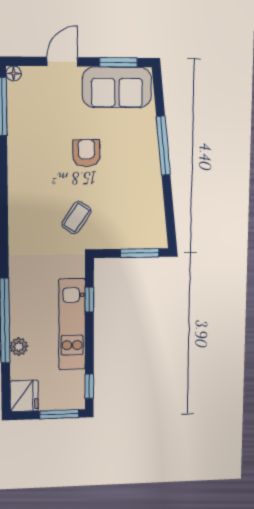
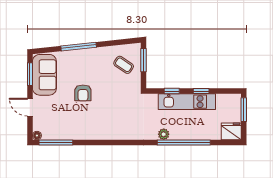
armchair: (86, 153) -> (83, 93), turned -89
coffee table: (76, 218) -> (124, 65), moved
plant: (19, 347) -> (164, 134), moved
window: (89, 386) -> (201, 91), moved

